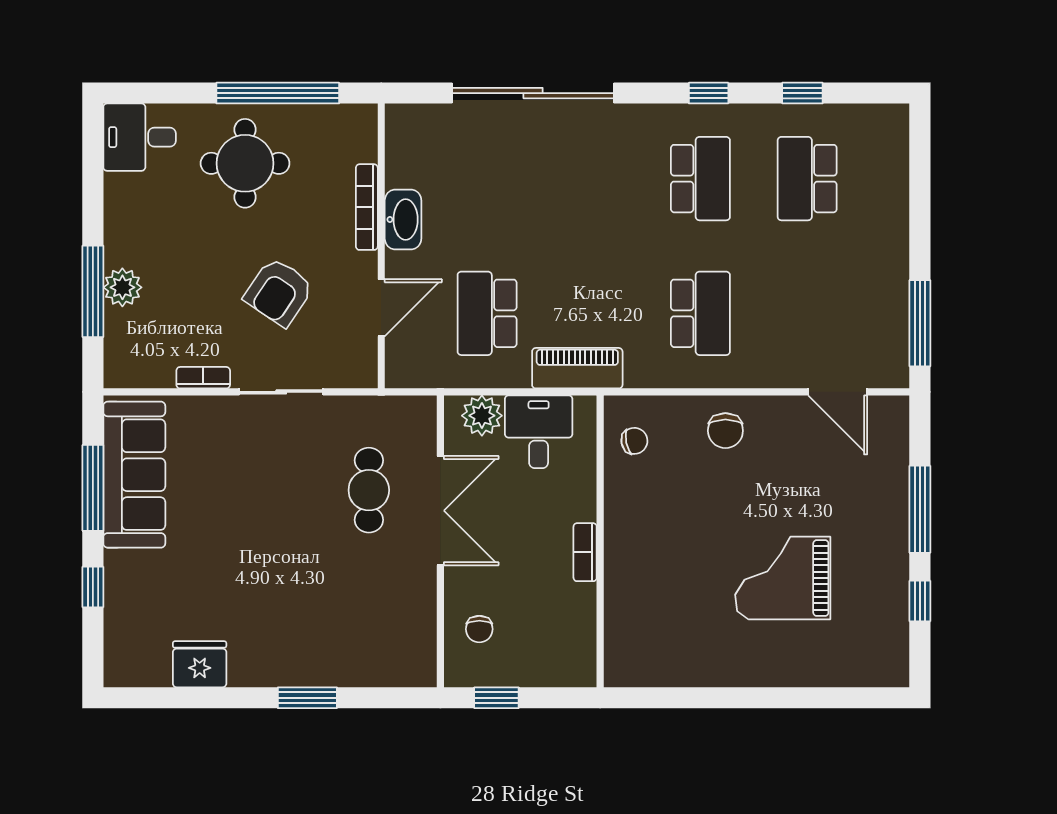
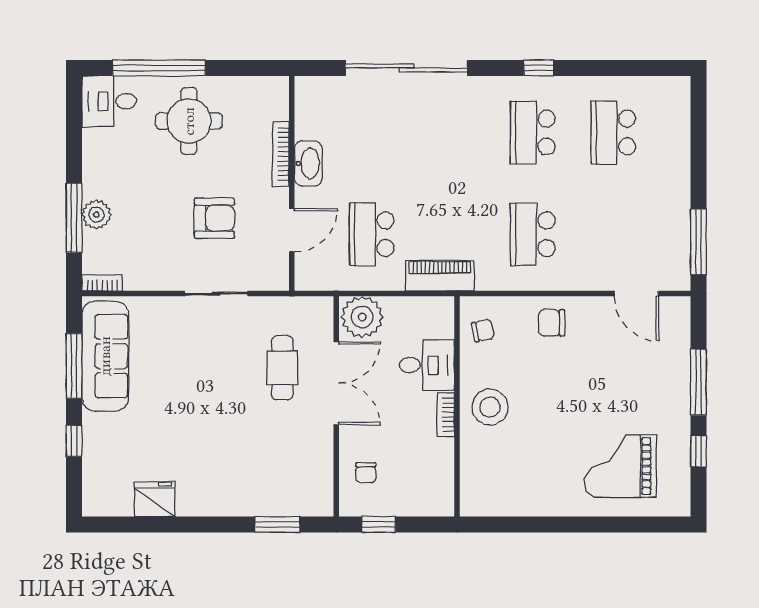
window: (278, 93) -> (159, 68), moved
window: (802, 93) -> (610, 68), removed
school desk: (700, 179) -> (533, 133), turned 180
armchair: (279, 292) -> (214, 218), turned -124
school desk: (700, 313) -> (533, 234), turned 180
bookcase: (203, 378) -> (102, 283), moved
plant: (482, 416) -> (362, 317), width x1.36, depth x1.36
chair: (725, 431) -> (552, 323), turned 90
desk: (539, 432) -> (427, 365), moved, turned 90
stool: (644, 542) -> (490, 407), added
grand piano: (783, 578) -> (620, 466), moved
window: (307, 698) -> (277, 524), moved

